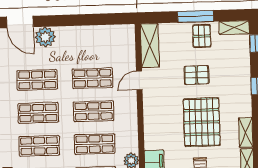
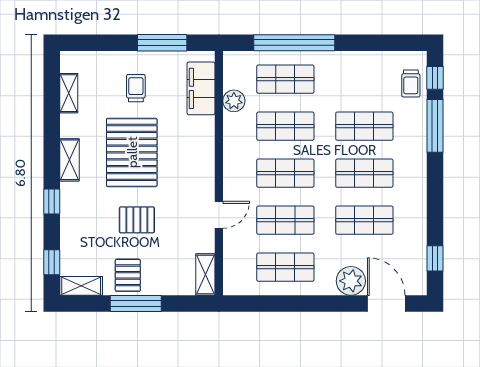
shop shelf: (91, 45) -> (285, 267), added
shelving: (150, 46) -> (205, 275), width x0.67, depth x0.75
shelving: (246, 132) -> (69, 160), moved

